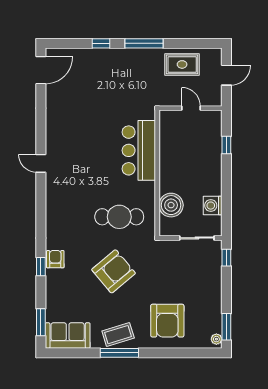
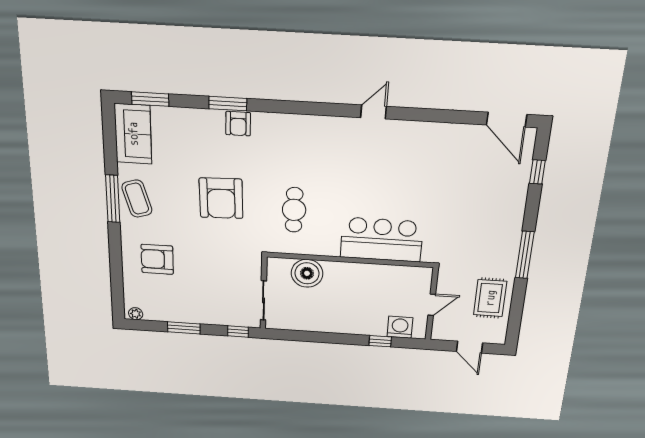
window: (101, 43) -> (537, 172), moved
washing machine: (213, 206) -> (400, 327), moved
cafe table: (119, 217) -> (294, 210), width x0.73, depth x0.74
armchair: (55, 259) -> (238, 124), turned 90
window: (41, 267) -> (228, 104), width x1.50
armchair: (114, 271) -> (221, 198), turned 38
armchair: (167, 321) -> (157, 259), width x0.73, depth x0.73
window: (226, 327) -> (184, 328), moved

